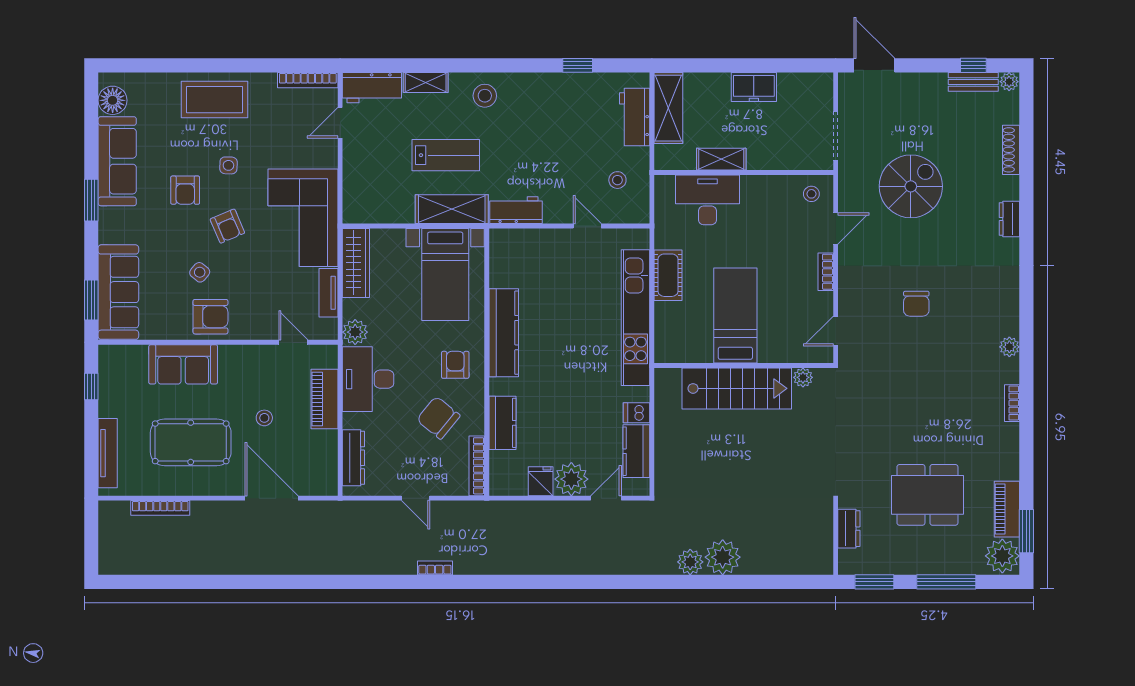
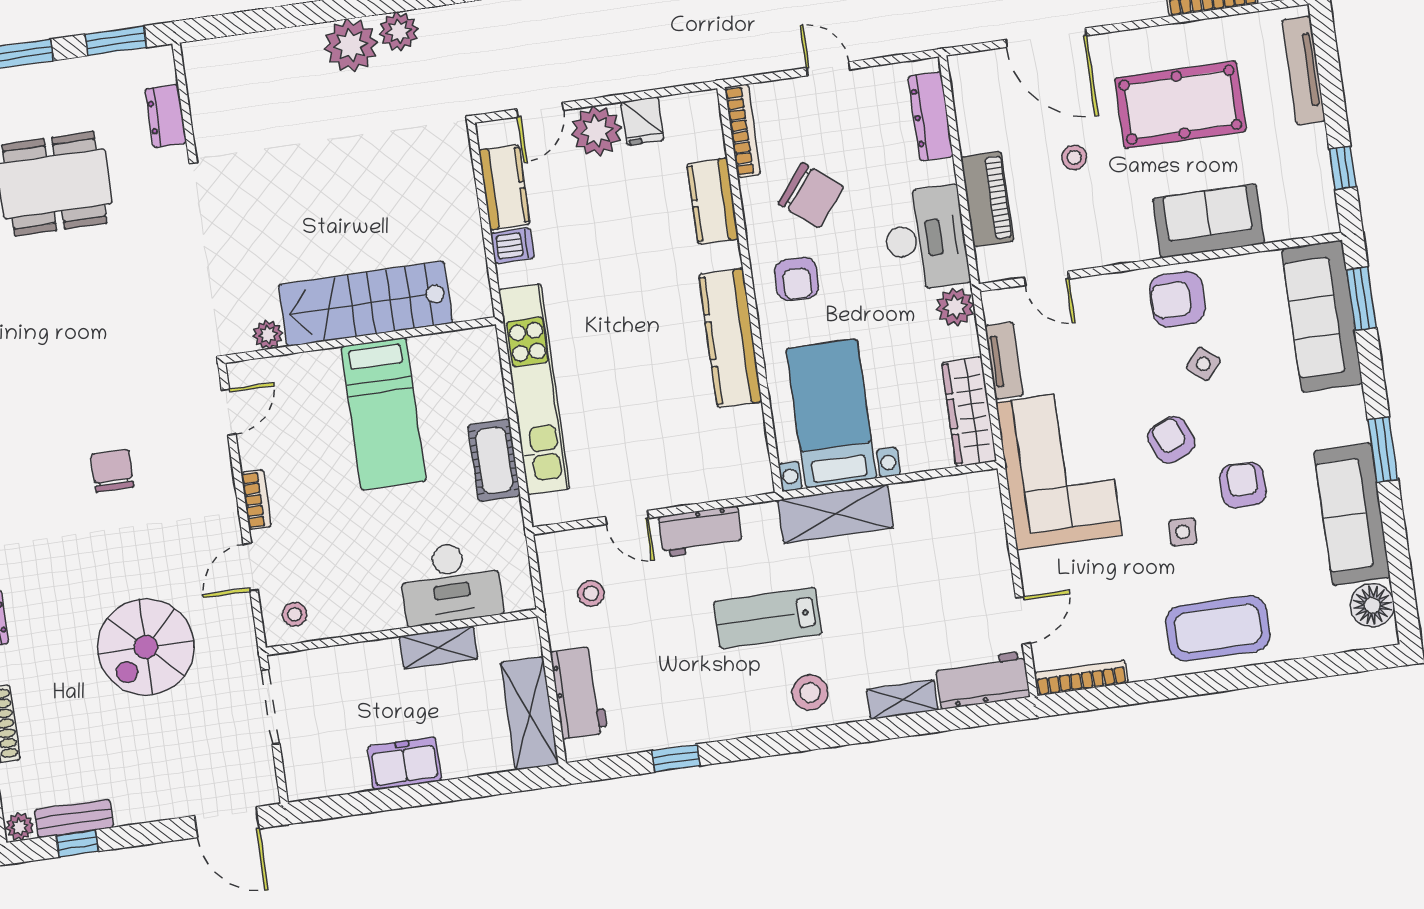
lab bench: (446, 155) -> (768, 618), moved
workbench: (516, 210) -> (700, 531), moved

